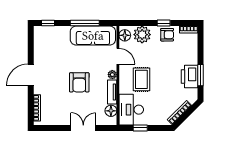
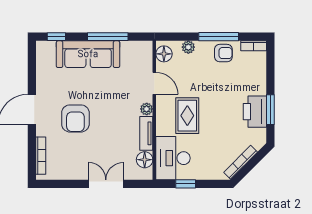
window: (164, 23) -> (219, 37), width x2.17
plant: (142, 35) -> (188, 47), width x0.53, depth x0.53
sofa: (93, 36) -> (88, 54), moved
armchair: (79, 82) -> (75, 118), moved

